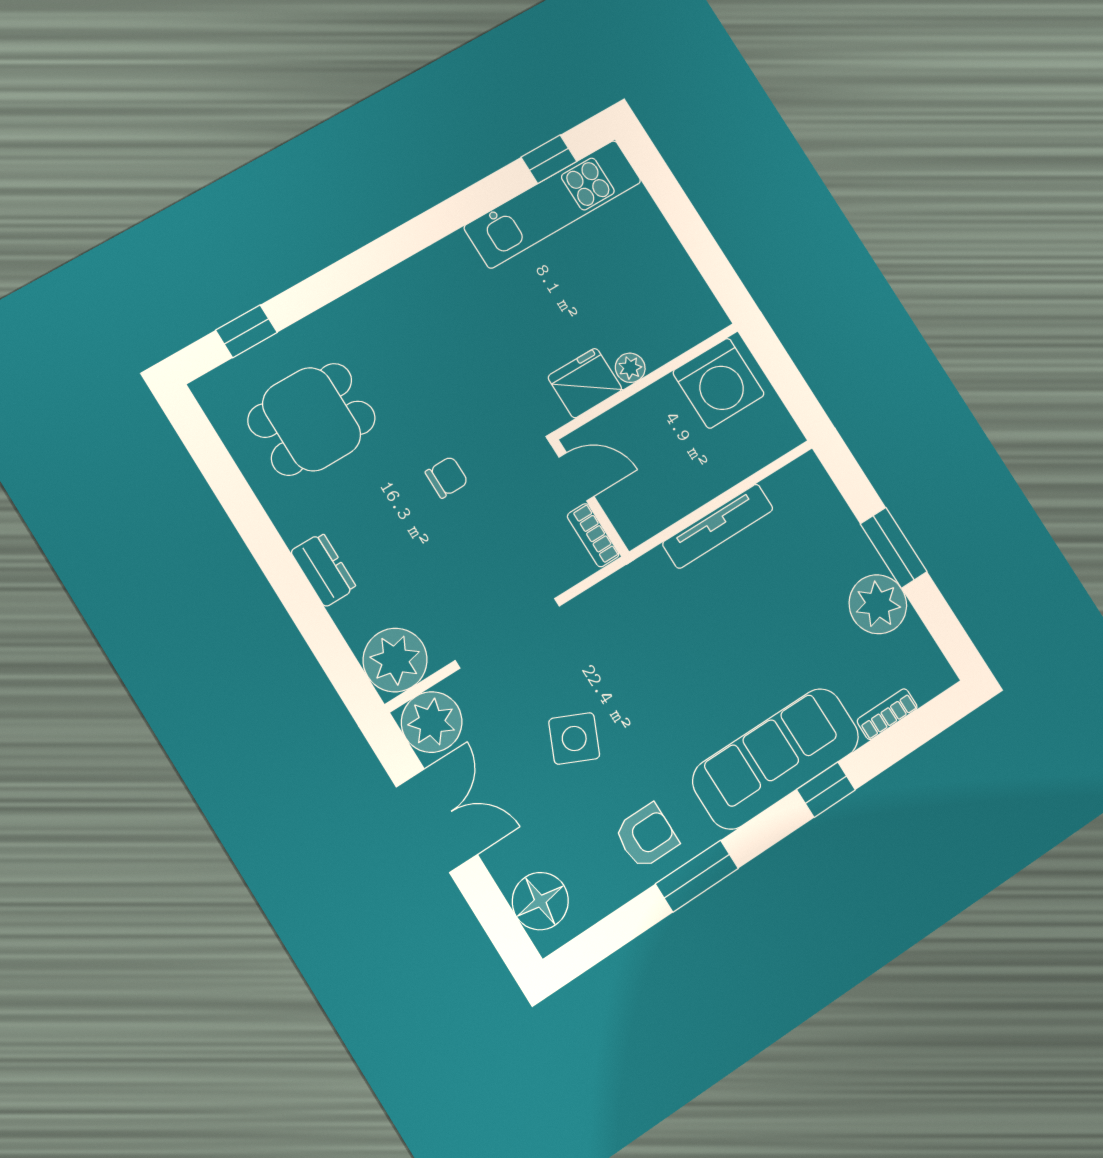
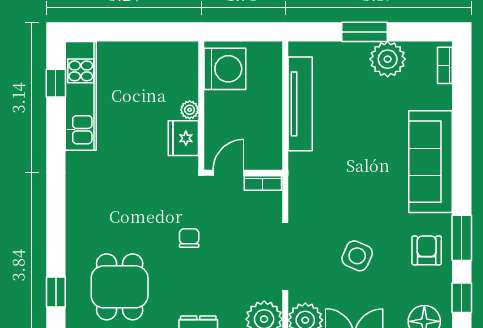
tv unit: (718, 526) -> (300, 104), width x1.36, depth x1.29
bookcase: (887, 714) -> (445, 65), moved
window: (826, 790) -> (462, 298), moved

